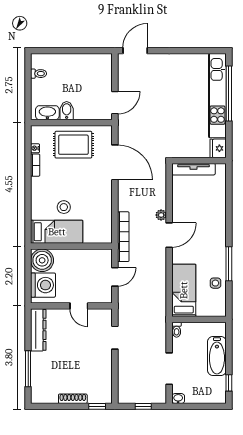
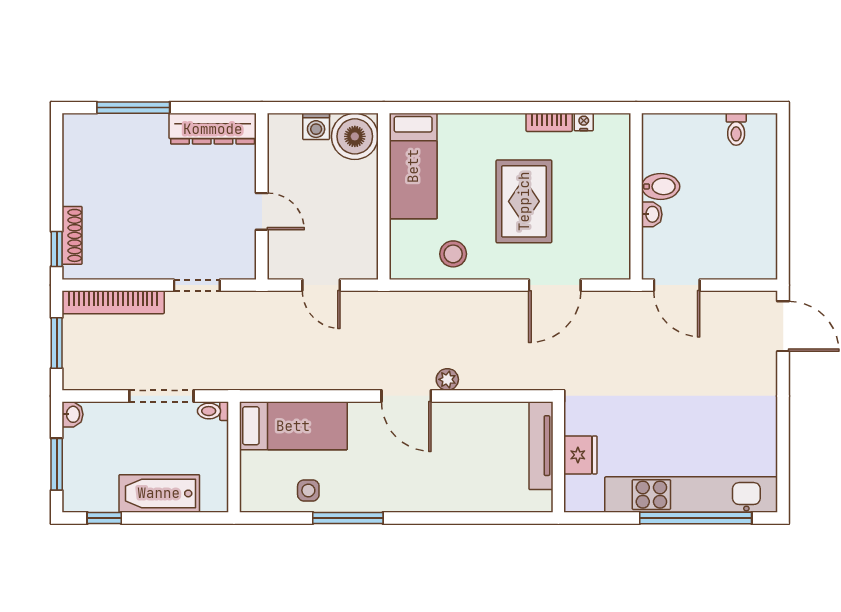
washbasin: (47, 113) -> (652, 214), moved, width x0.52, depth x0.69
rug: (73, 145) -> (524, 201), moved
fridge: (218, 148) -> (580, 455), moved, turned 90
door: (115, 162) -> (555, 285), width x0.73
stool: (64, 207) -> (453, 254), moved
bookcase: (123, 237) -> (113, 302), moved
washing machine: (43, 285) -> (316, 126), width x0.53, depth x0.53
door: (79, 306) -> (262, 211), swing flipped
doorway: (169, 369) -> (161, 396), moved
shoe rack: (73, 399) -> (72, 235), moved
window: (143, 406) -> (57, 343), width x1.50
window: (203, 406) -> (57, 464), added

